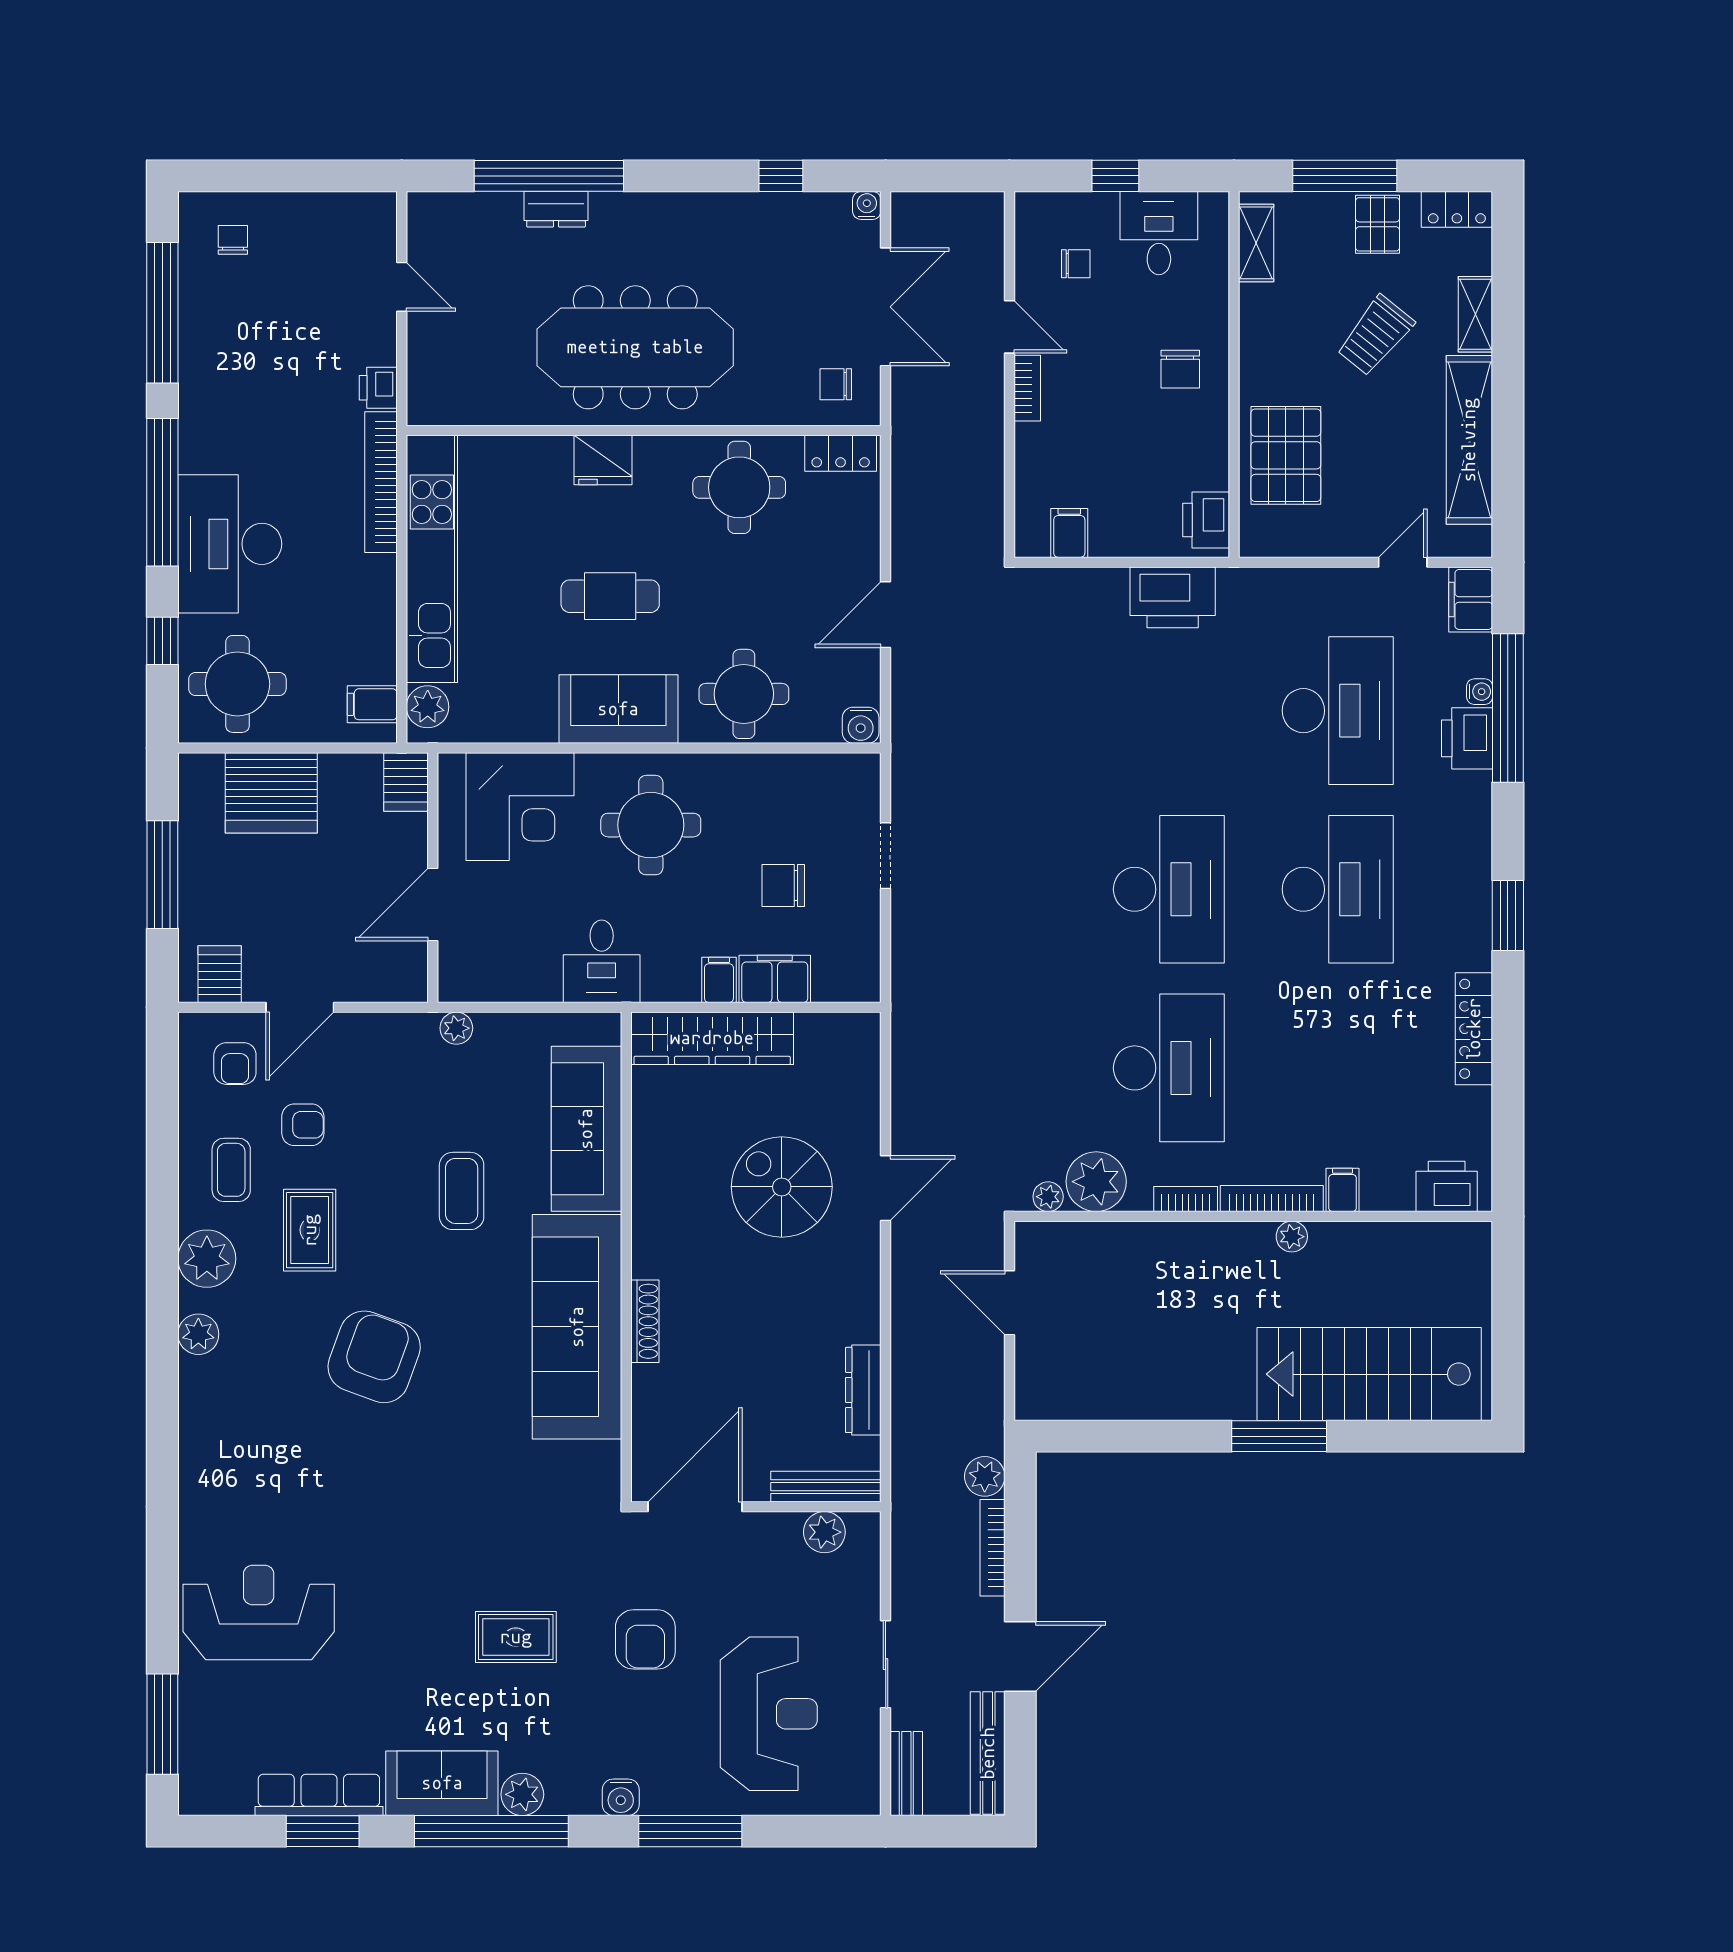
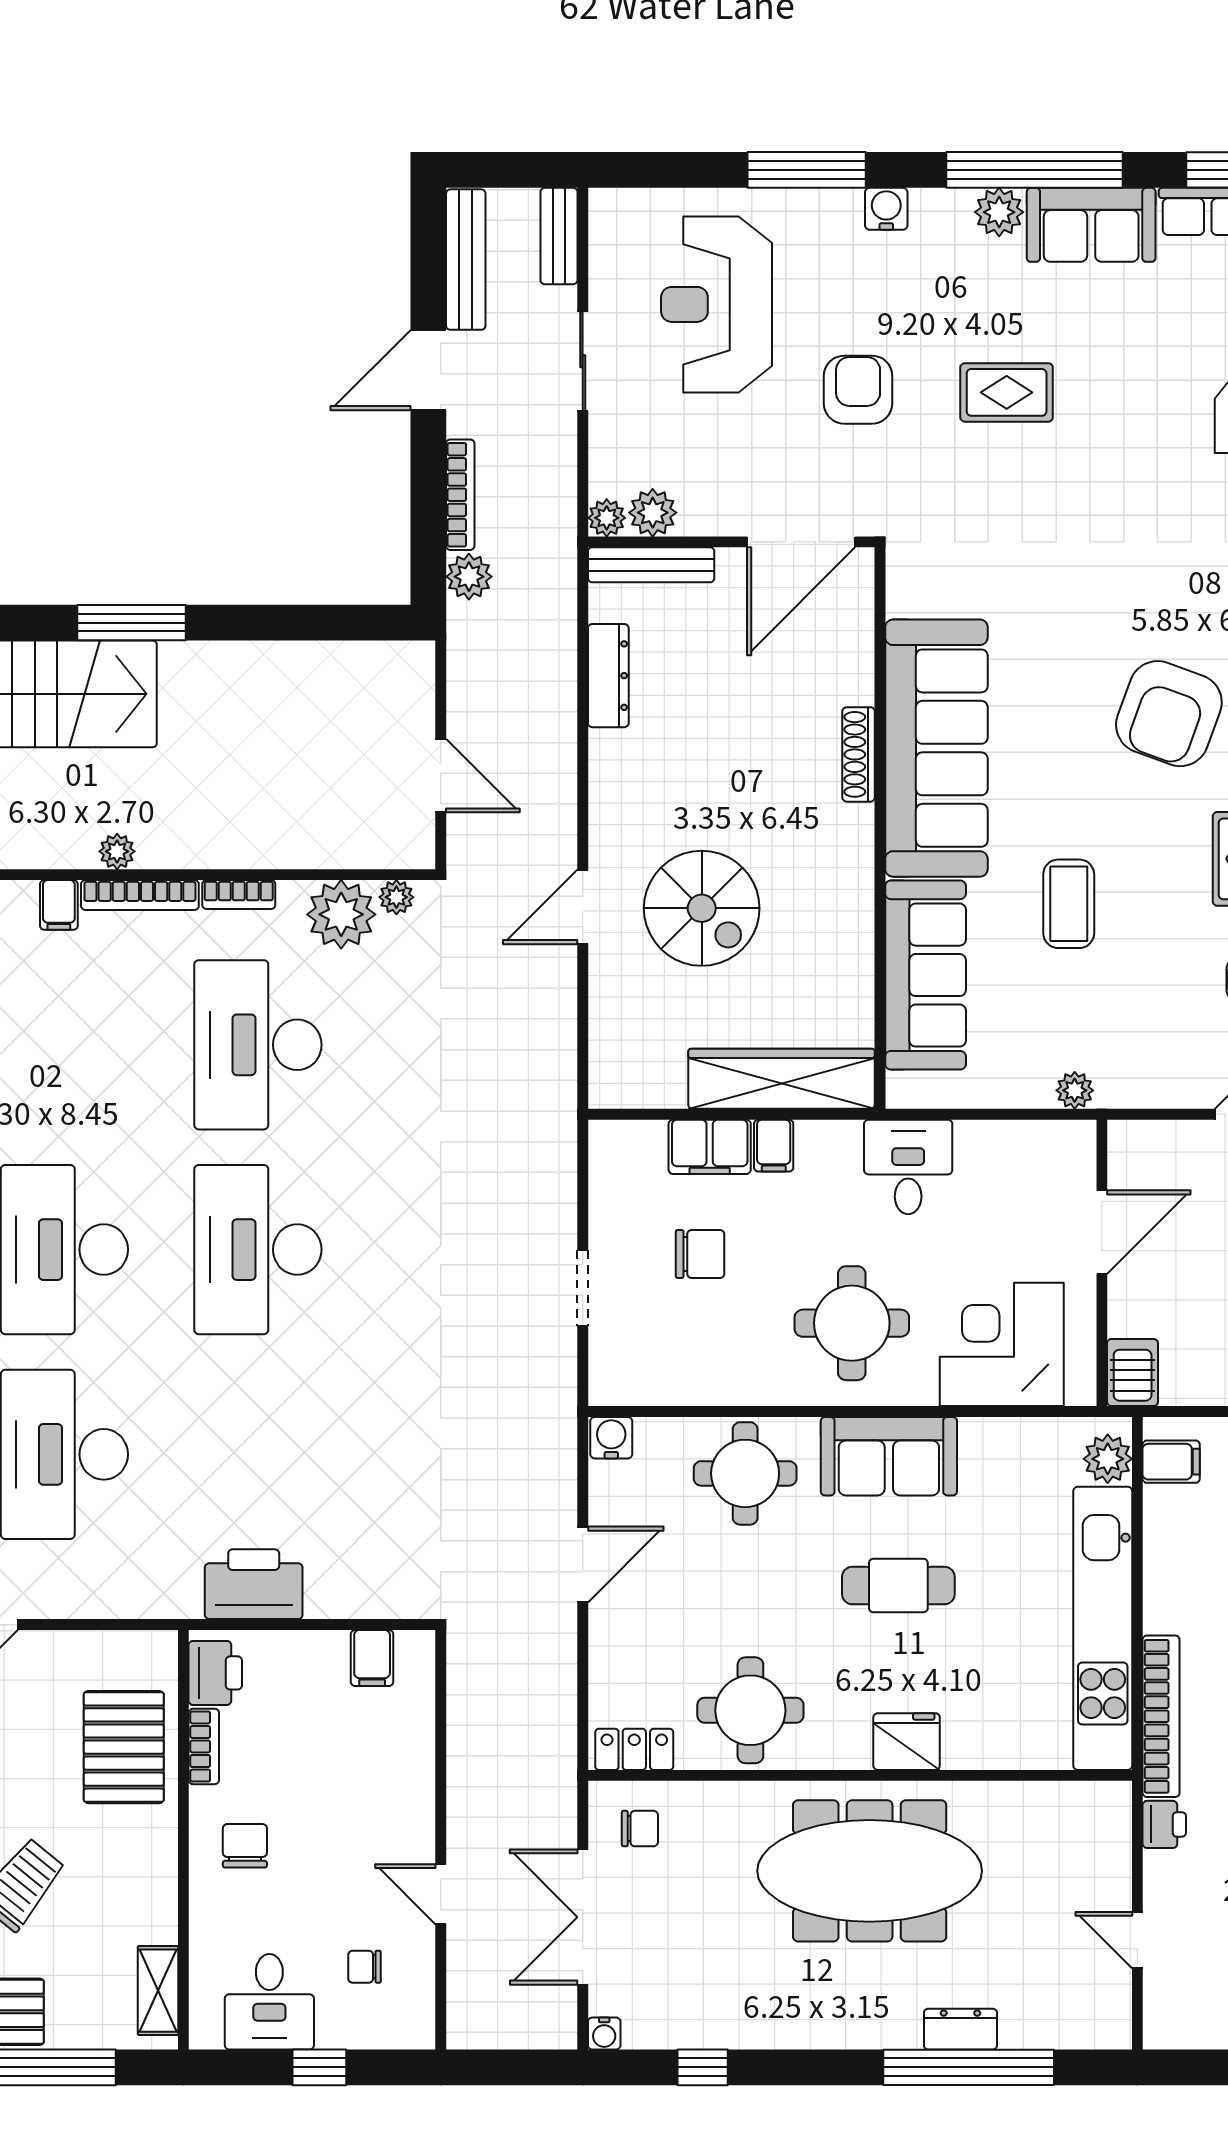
bookcase: (1027, 388) -> (204, 1746), moved, turned 180
plant: (865, 1528) -> (607, 518), added

